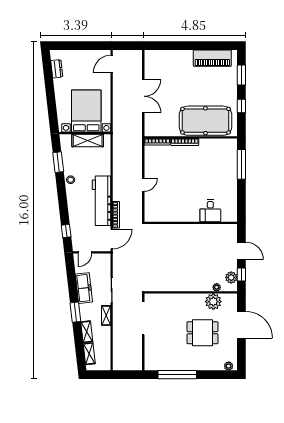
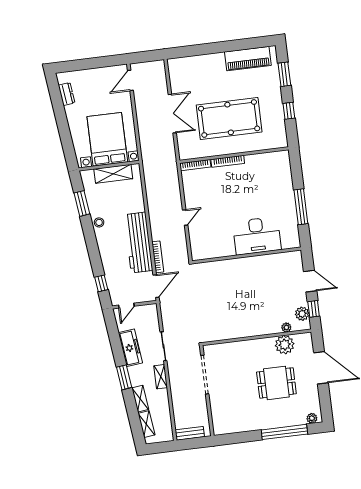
pool table: (205, 121) -> (229, 119), moved
window: (241, 164) -> (301, 207), moved
desk: (210, 211) -> (257, 236), width x1.87, depth x1.30
bench: (125, 366) -> (190, 433), added
window: (177, 375) -> (284, 432), moved

